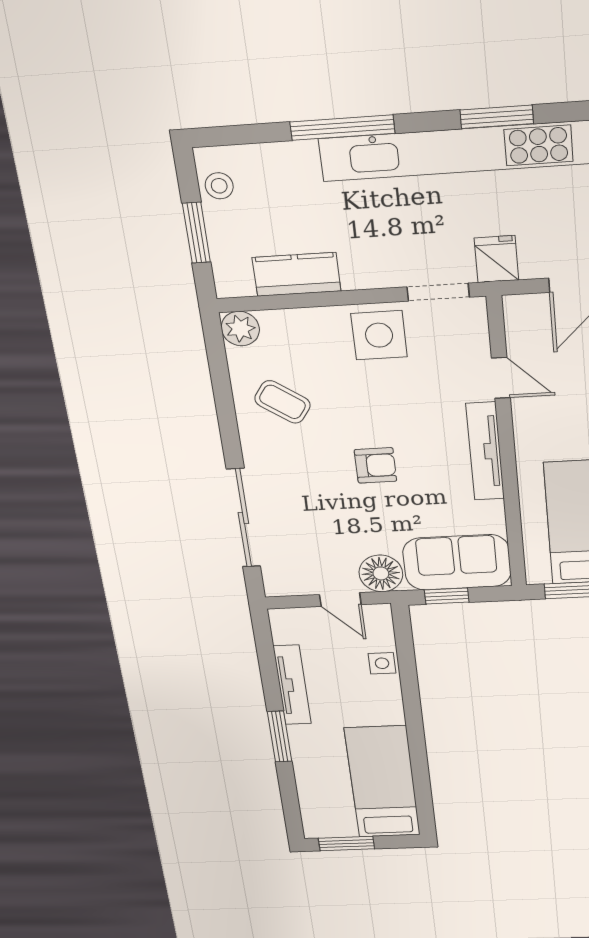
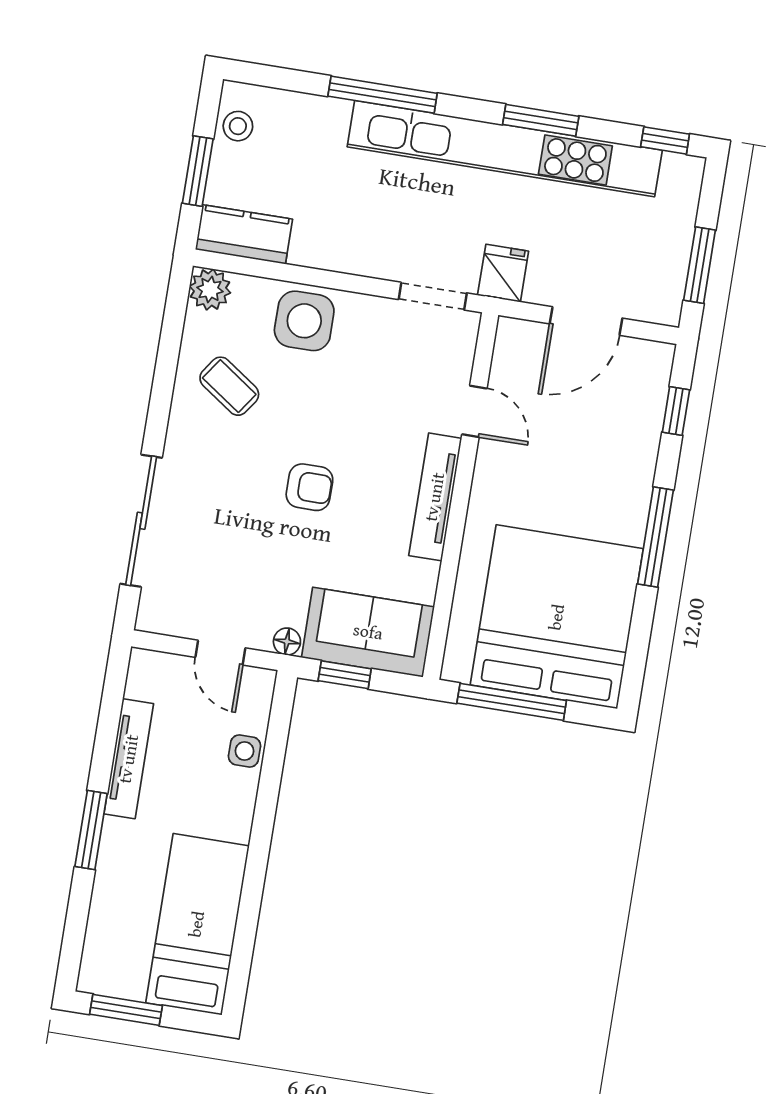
kitchen counter: (297, 274) -> (244, 234), moved
side table: (379, 335) -> (304, 321), moved
floor lamp: (381, 573) -> (287, 642), width x0.53, depth x0.53

